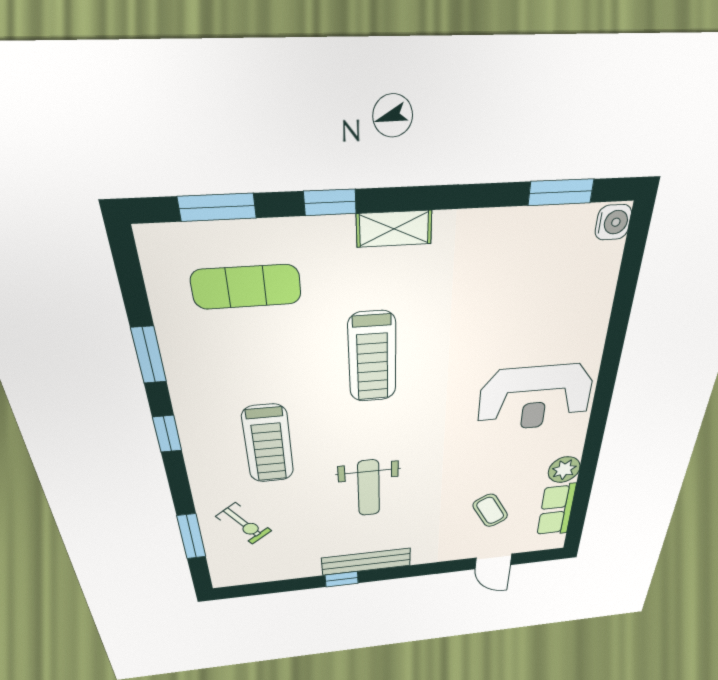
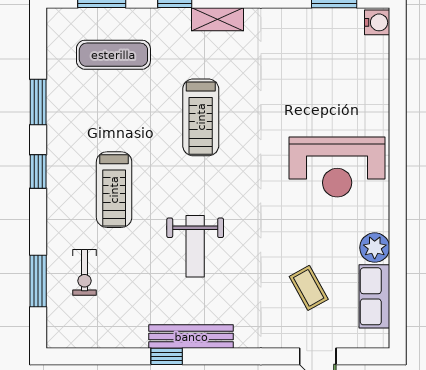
exercise bike: (244, 524) -> (84, 272), turned 36

